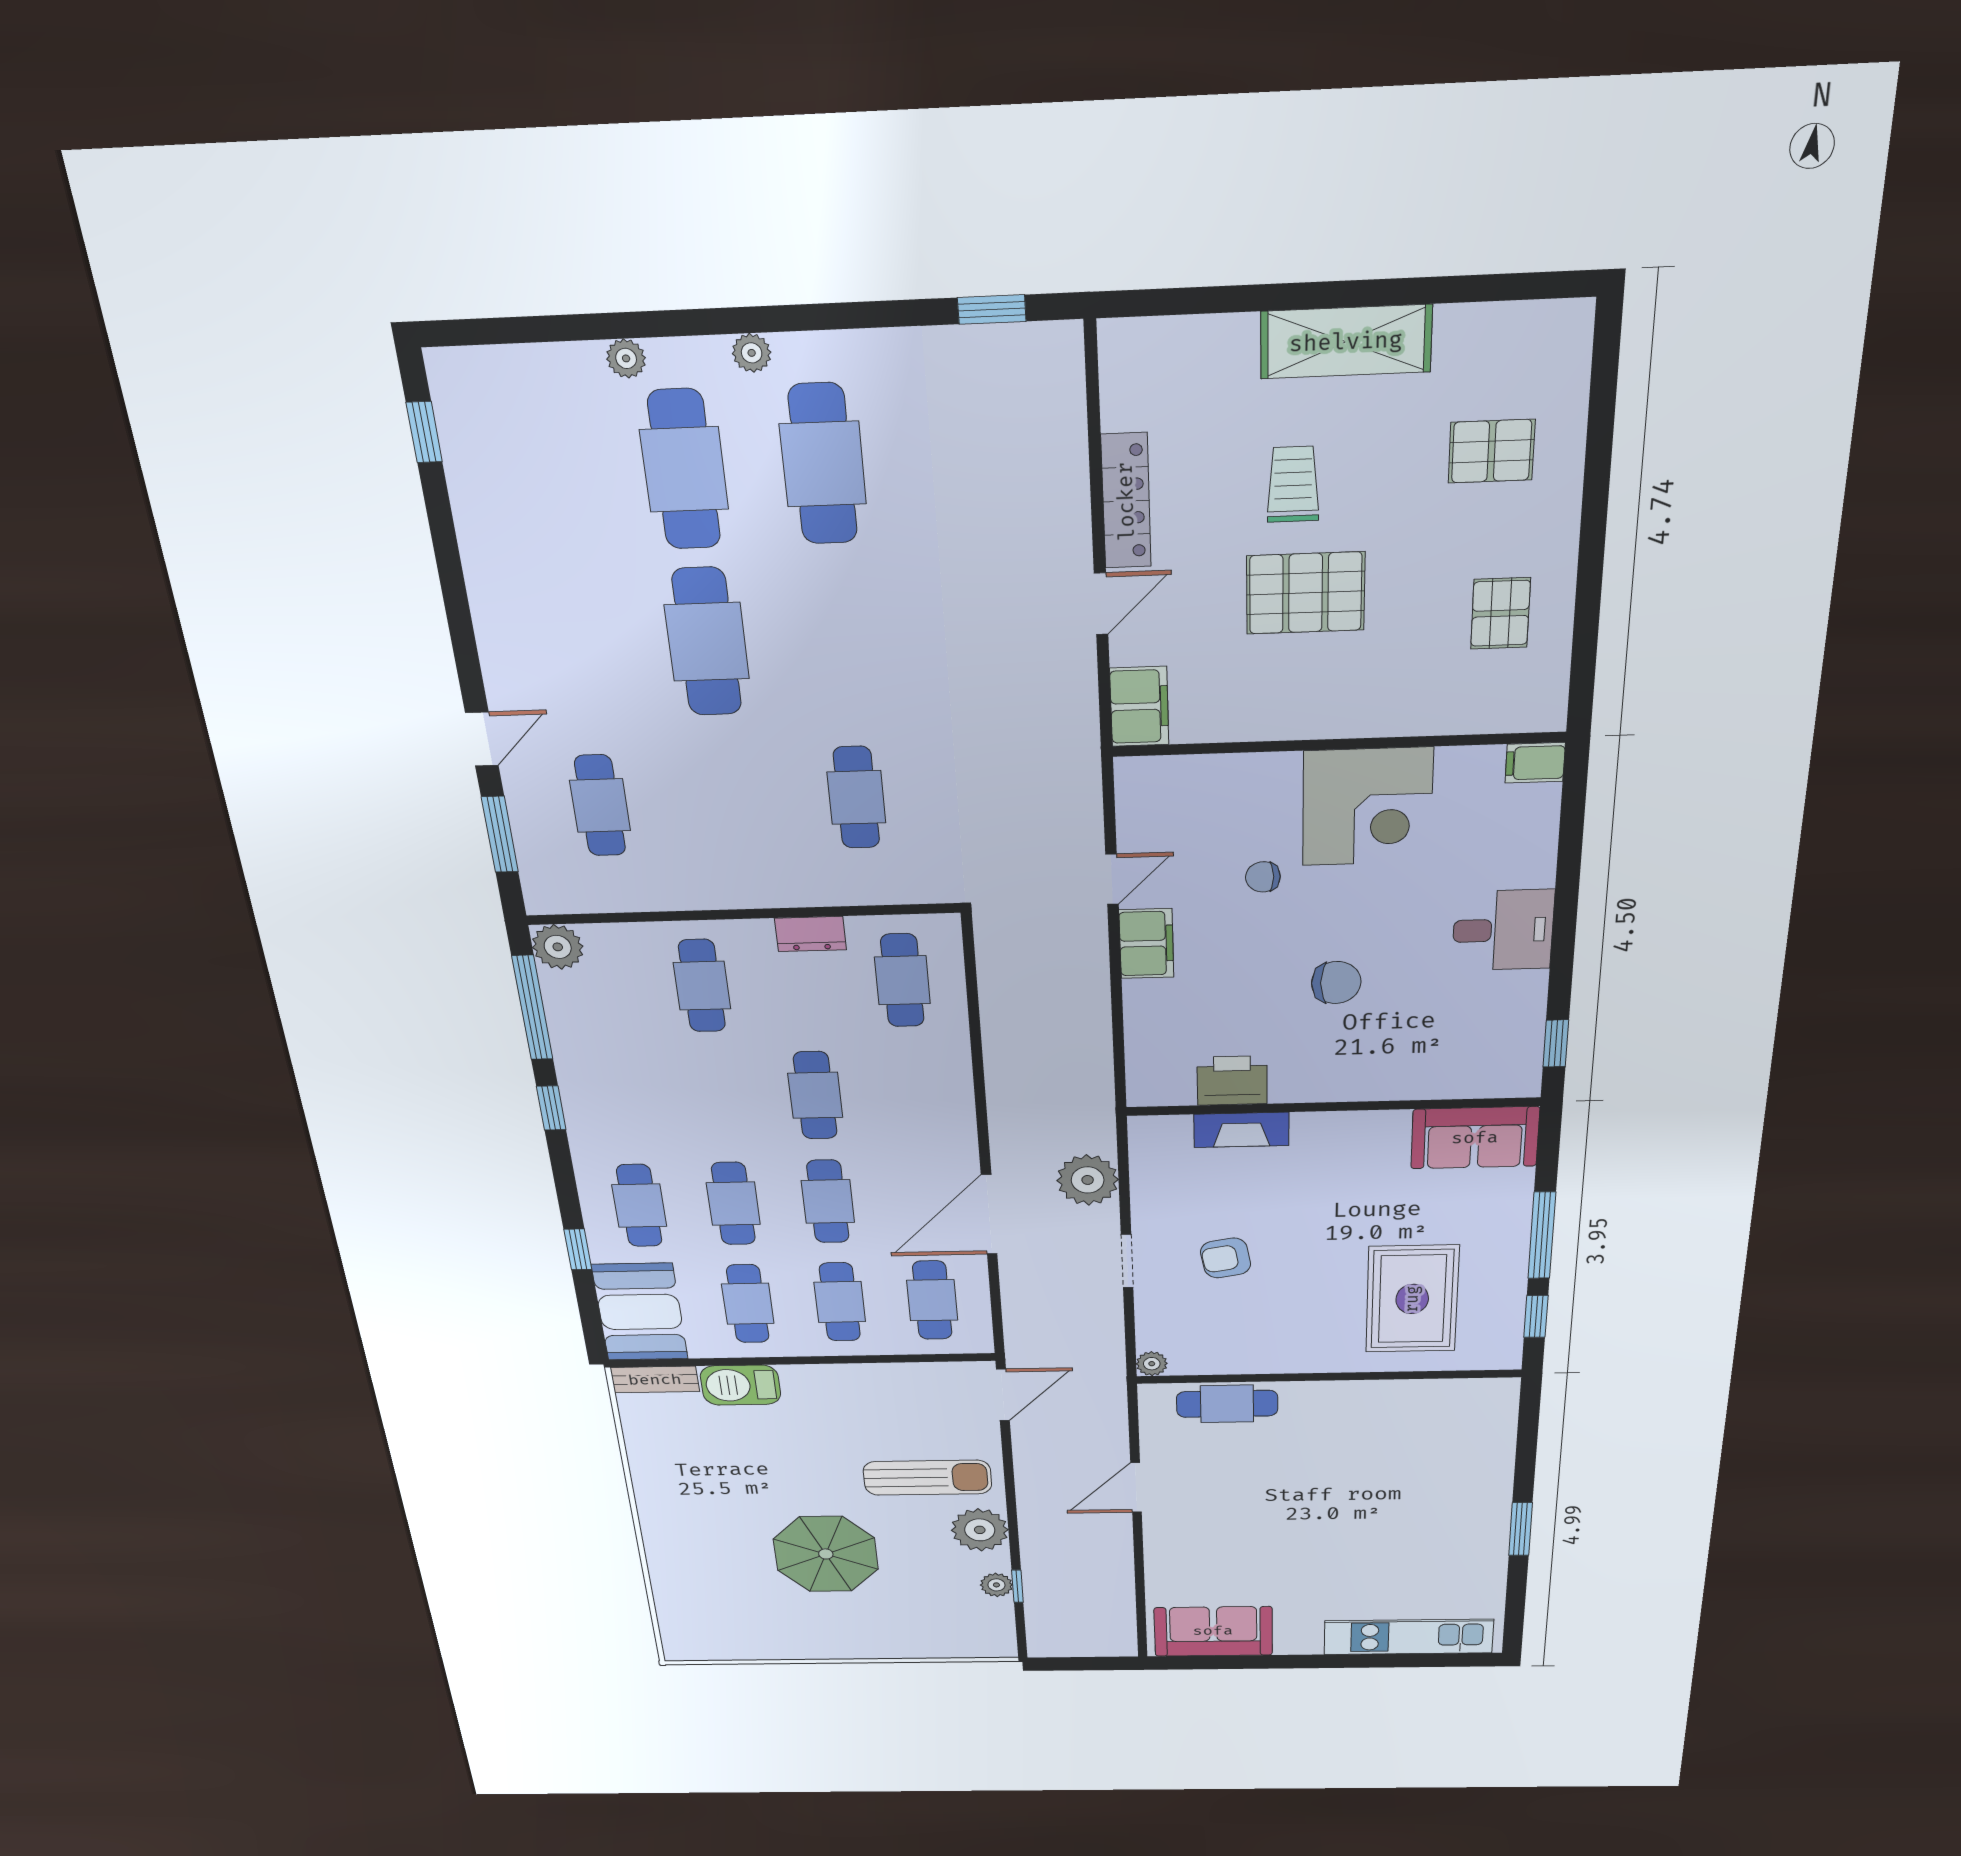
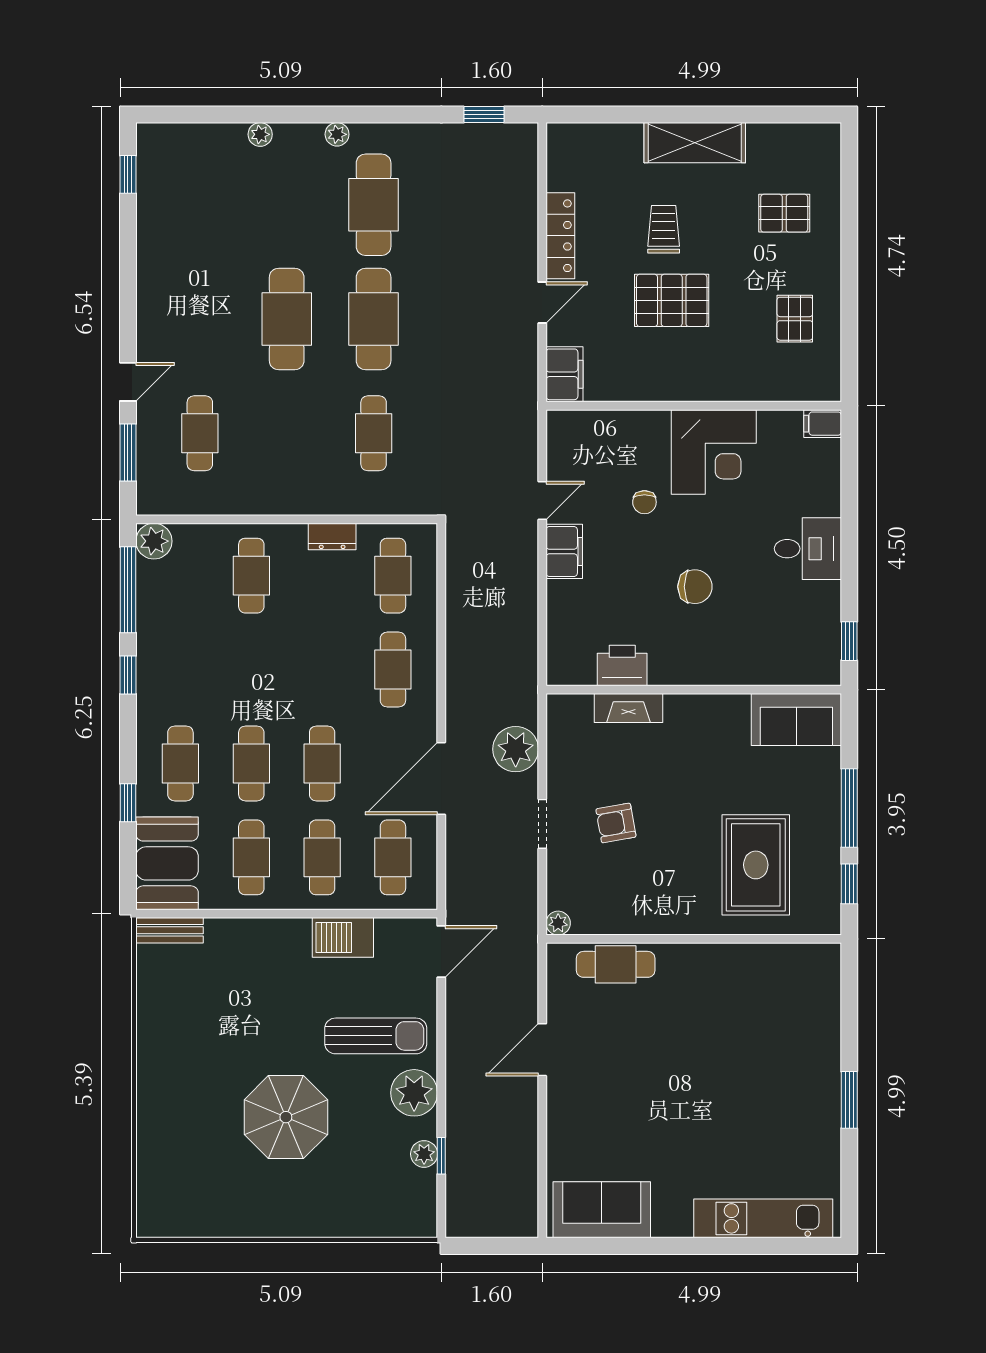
cafe table: (684, 470) -> (374, 319), moved
chair: (1263, 877) -> (644, 502), turned -90
cafe table: (815, 1095) -> (393, 670), moved
barbecue: (740, 1385) -> (343, 937), moved

